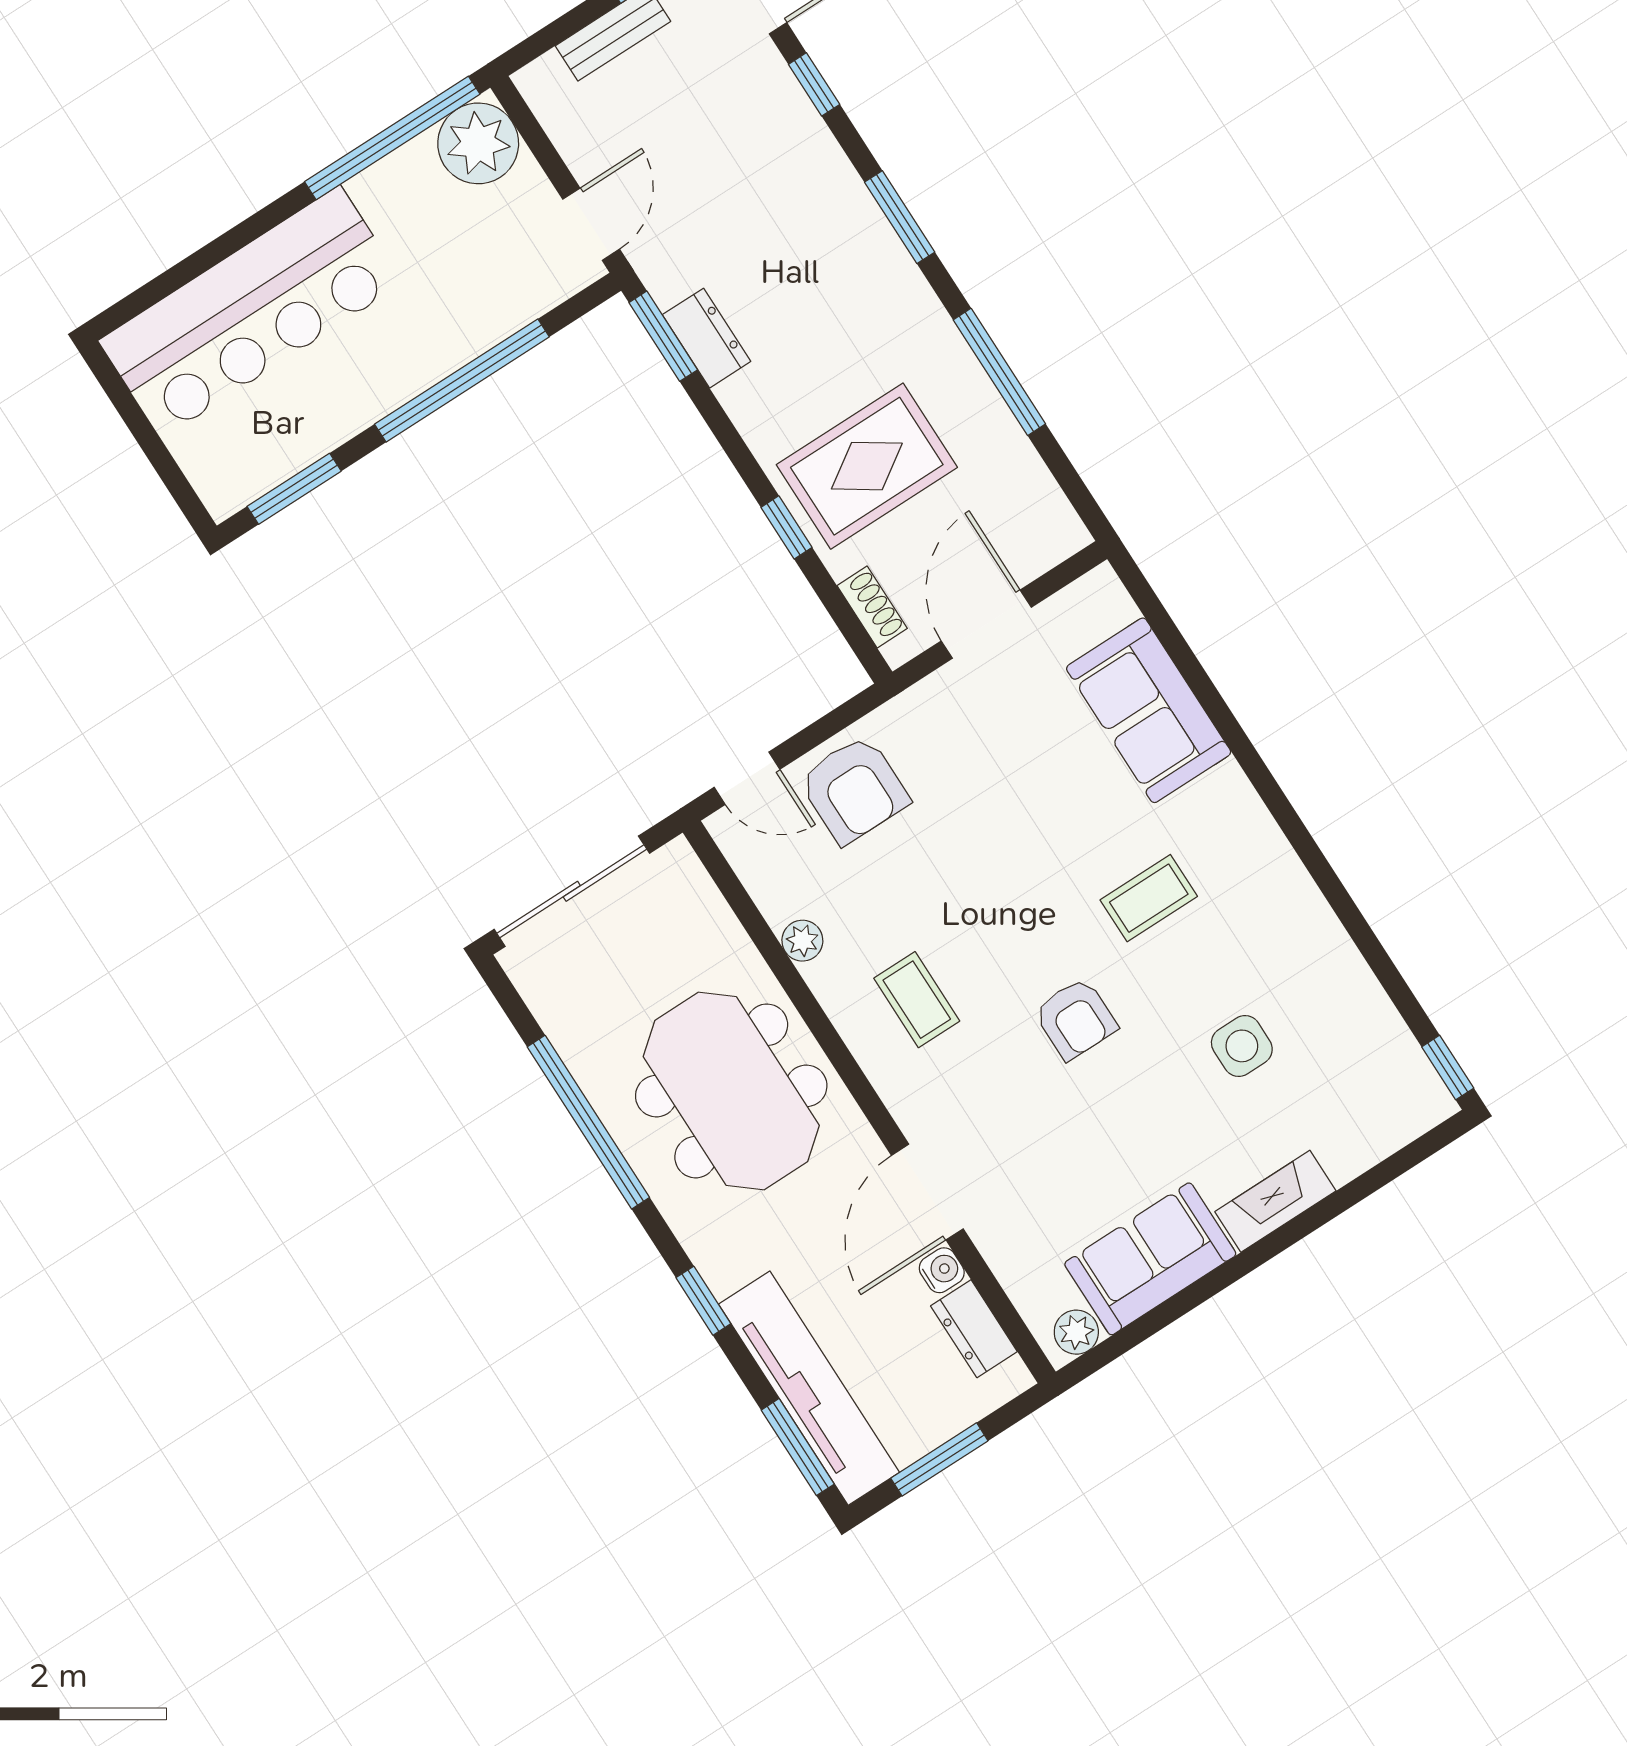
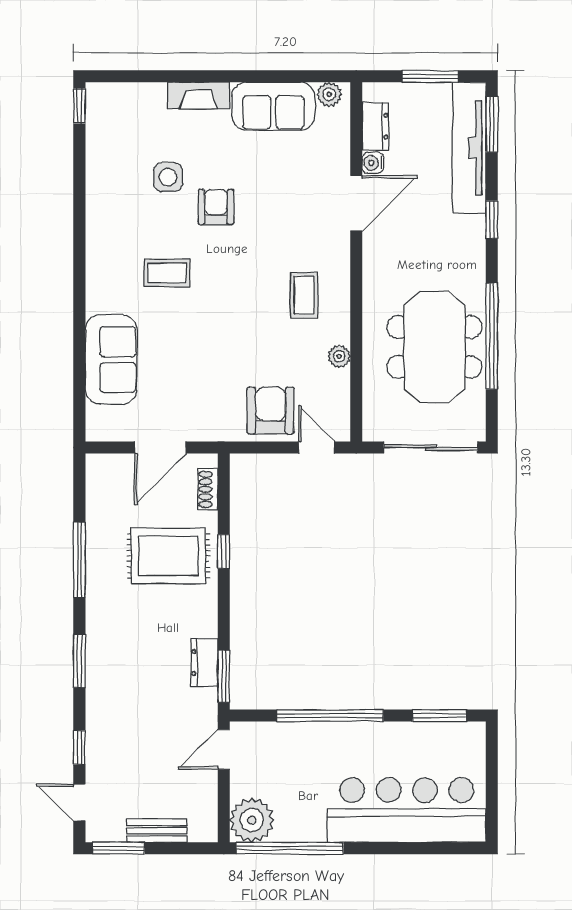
armchair: (1076, 1019) -> (216, 207), moved
meeting table: (731, 1091) -> (434, 347), moved

